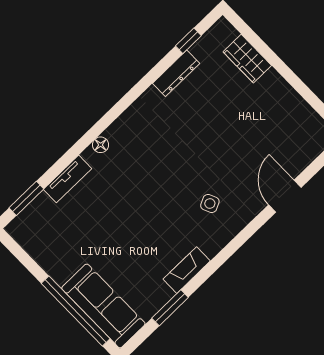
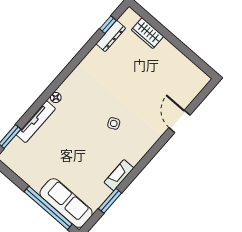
dresser: (176, 73) -> (111, 36), moved
tv unit: (68, 179) -> (36, 122), width x1.41
side table: (210, 203) -> (114, 123), moved

